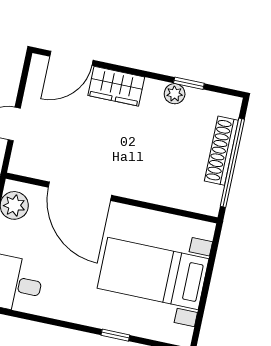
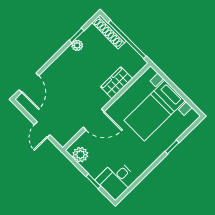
wardrobe: (116, 86) -> (116, 83), moved, turned 180
shoe rack: (221, 151) -> (109, 32), moved
door: (80, 191) -> (94, 119), width x0.73

